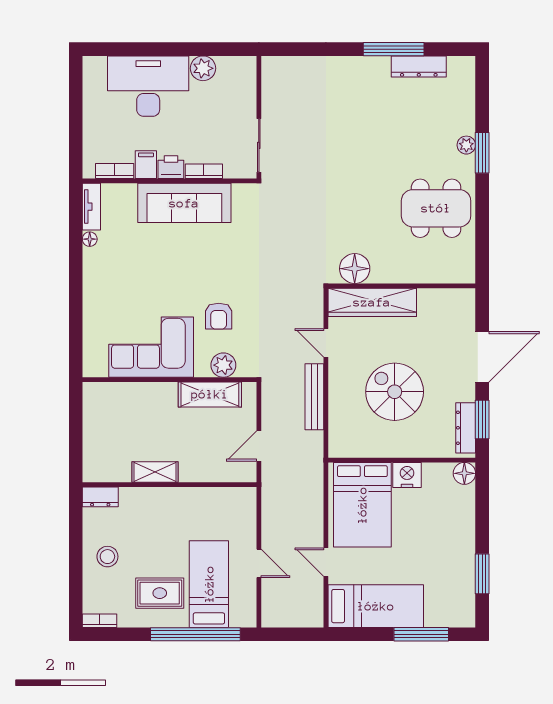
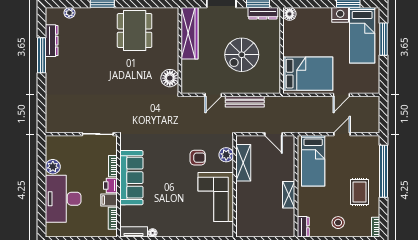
plant: (466, 145) -> (69, 13), moved
wardrobe: (372, 302) -> (190, 33), moved
nightstand: (407, 475) -> (340, 15), moved, turned 90
bed: (209, 584) -> (313, 161), moved, turned -90
bed: (376, 606) -> (362, 35), moved, turned 180

